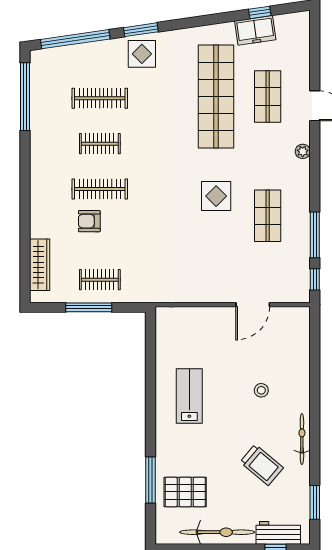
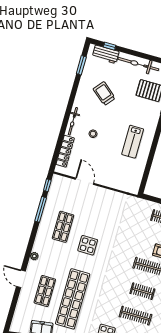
door: (253, 305) -> (85, 181), hinge flipped
locker: (301, 347) -> (65, 151), added
bicycle: (302, 439) -> (73, 121), moved

